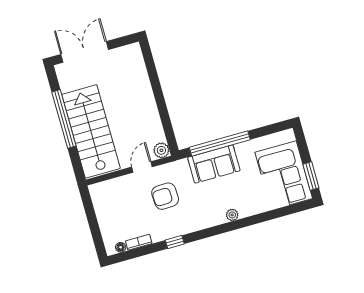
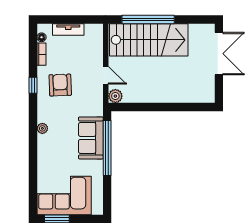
window: (64, 119) -> (148, 19), moved
armchair: (165, 196) -> (60, 85), moved
plant: (232, 215) -> (42, 128), moved
tv unit: (104, 221) -> (68, 29), added

